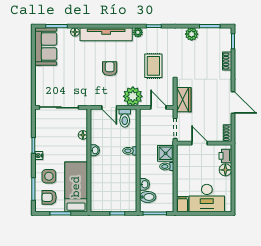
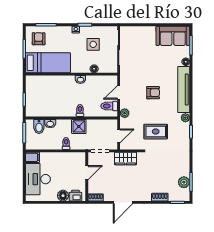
plant: (192, 34) -> (184, 182), moved
plant: (133, 96) -> (125, 113), width x0.53, depth x0.53
shower: (166, 153) -> (79, 126), moved
side table: (49, 176) -> (93, 44), moved

